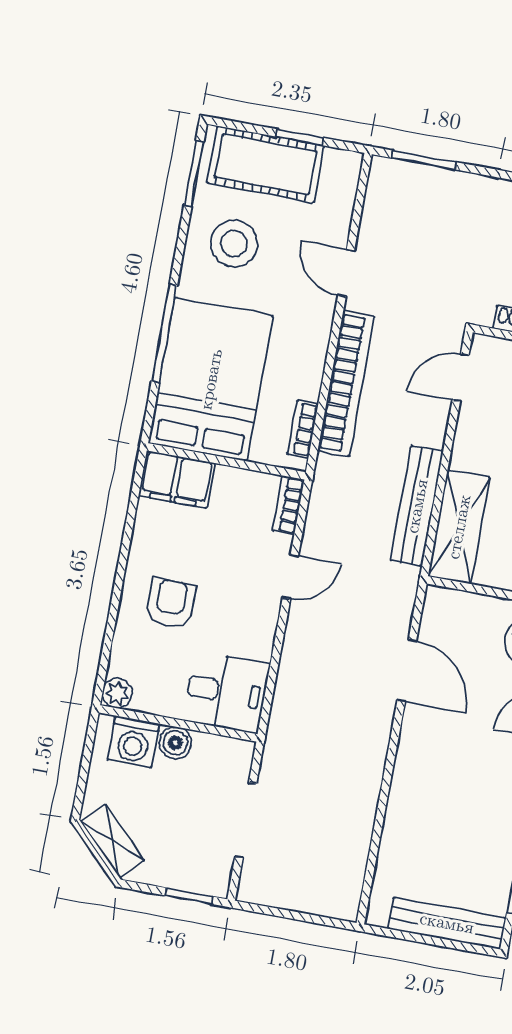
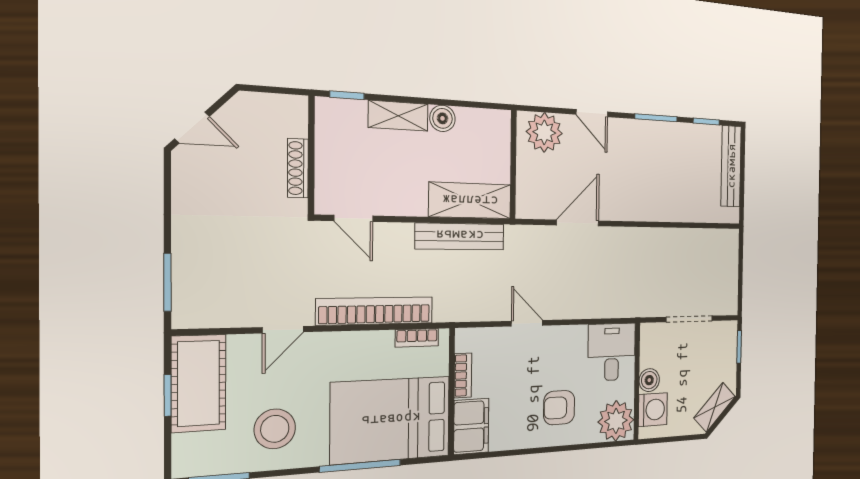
cot: (266, 164) -> (199, 383), moved
bookcase: (288, 505) -> (463, 375), moved, turned -90
plant: (117, 693) -> (616, 421), width x1.87, depth x1.87

